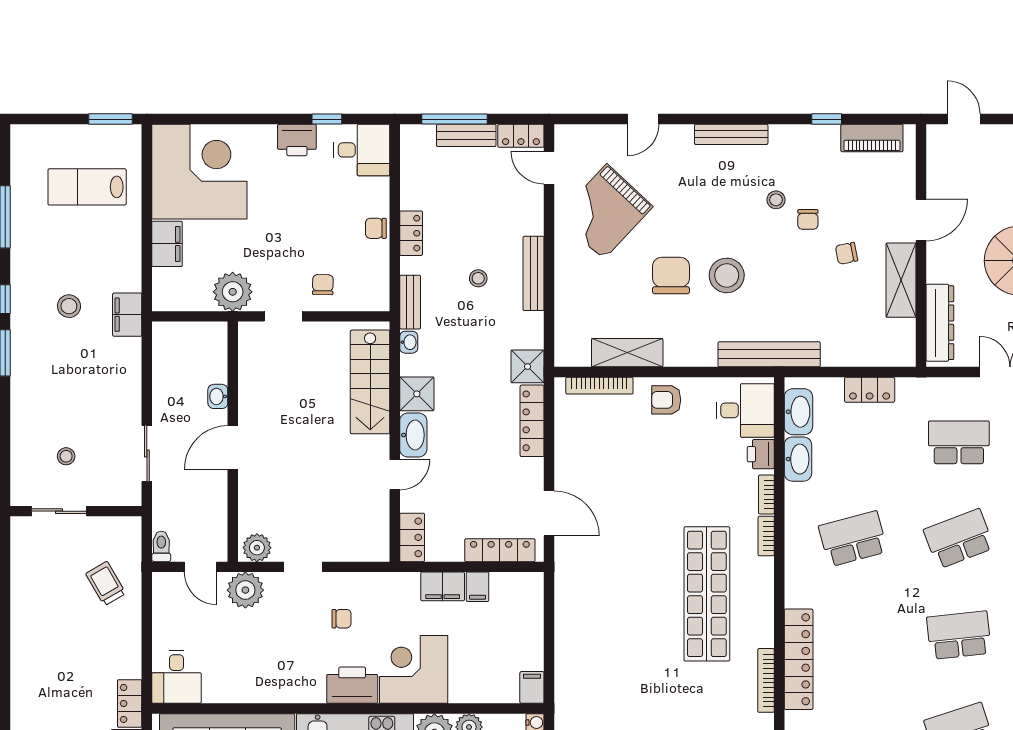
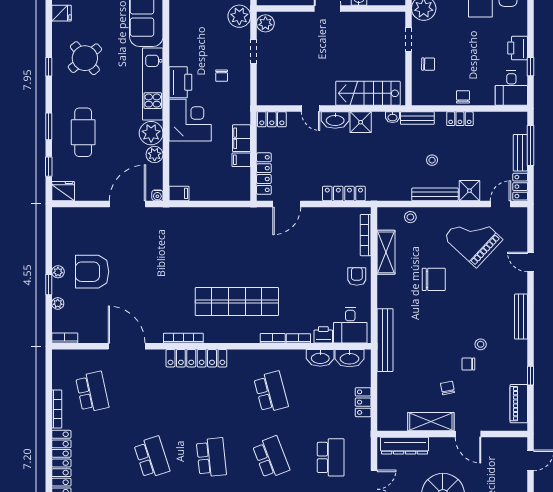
stool: (727, 275) -> (410, 217), moved, width x0.53, depth x0.53
shower: (528, 366) -> (469, 191), moved

